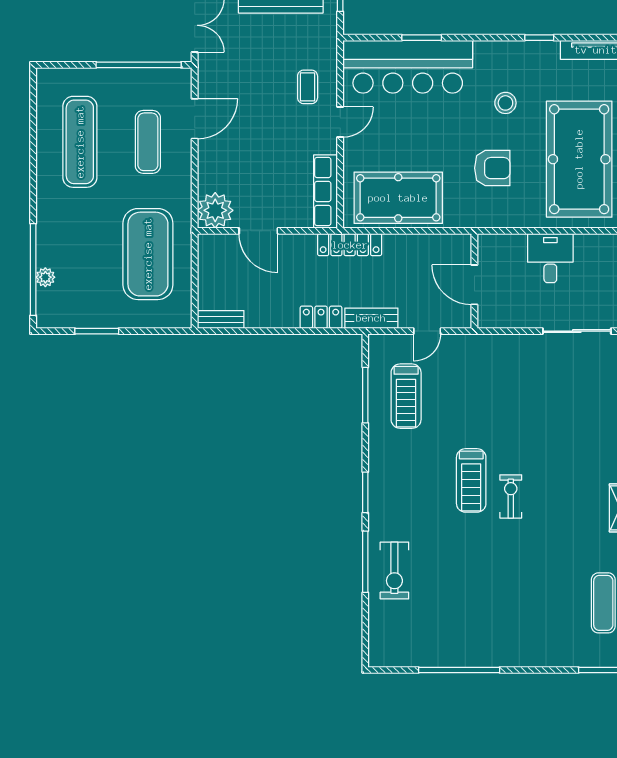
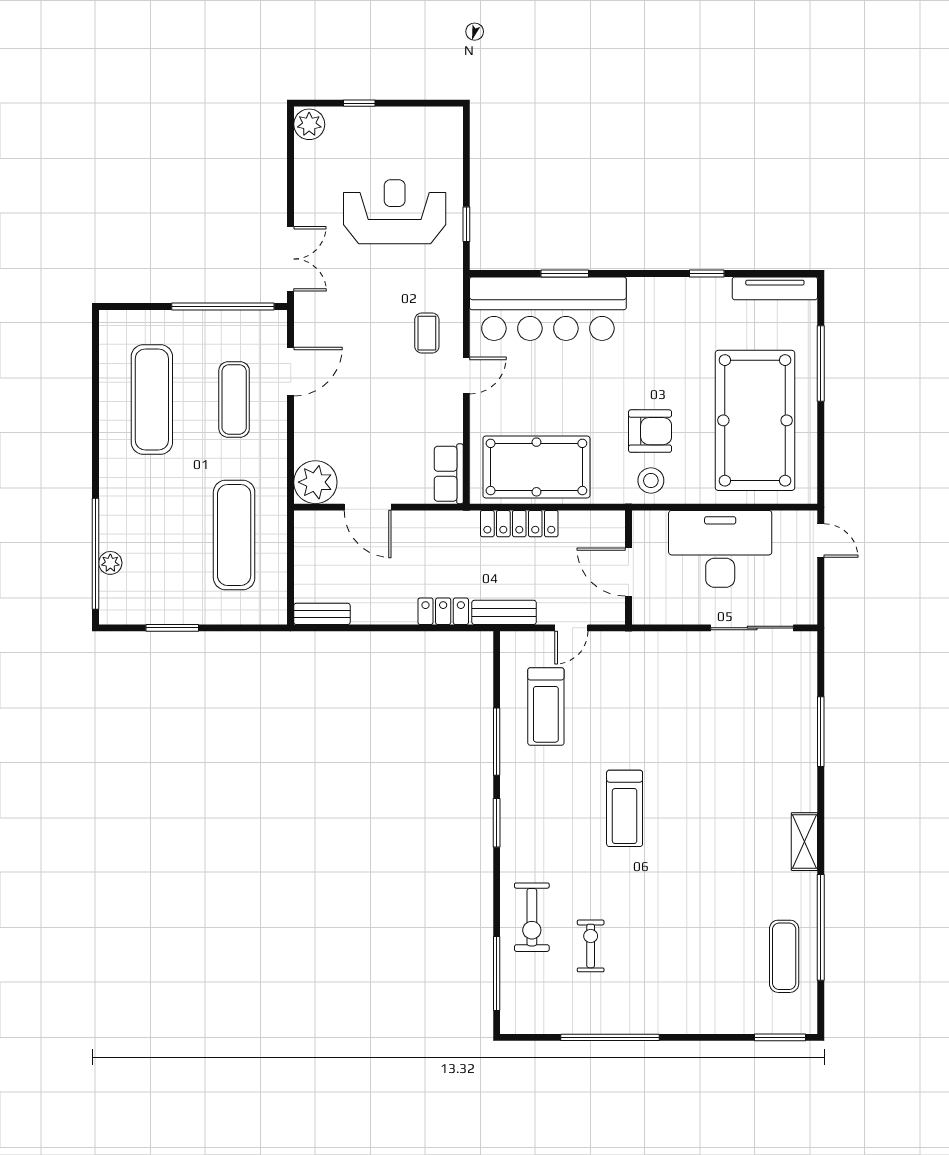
stool: (505, 103) -> (651, 481), moved
row of seats: (326, 191) -> (449, 474), width x0.68
locker: (350, 245) -> (519, 524), moved
exercise mat: (148, 254) -> (234, 535), width x0.68
desk: (550, 258) -> (720, 549), width x1.87, depth x1.30
window: (365, 395) -> (497, 742), moved
exercise bike: (511, 496) -> (591, 946), moved
window: (365, 562) -> (497, 974), moved

